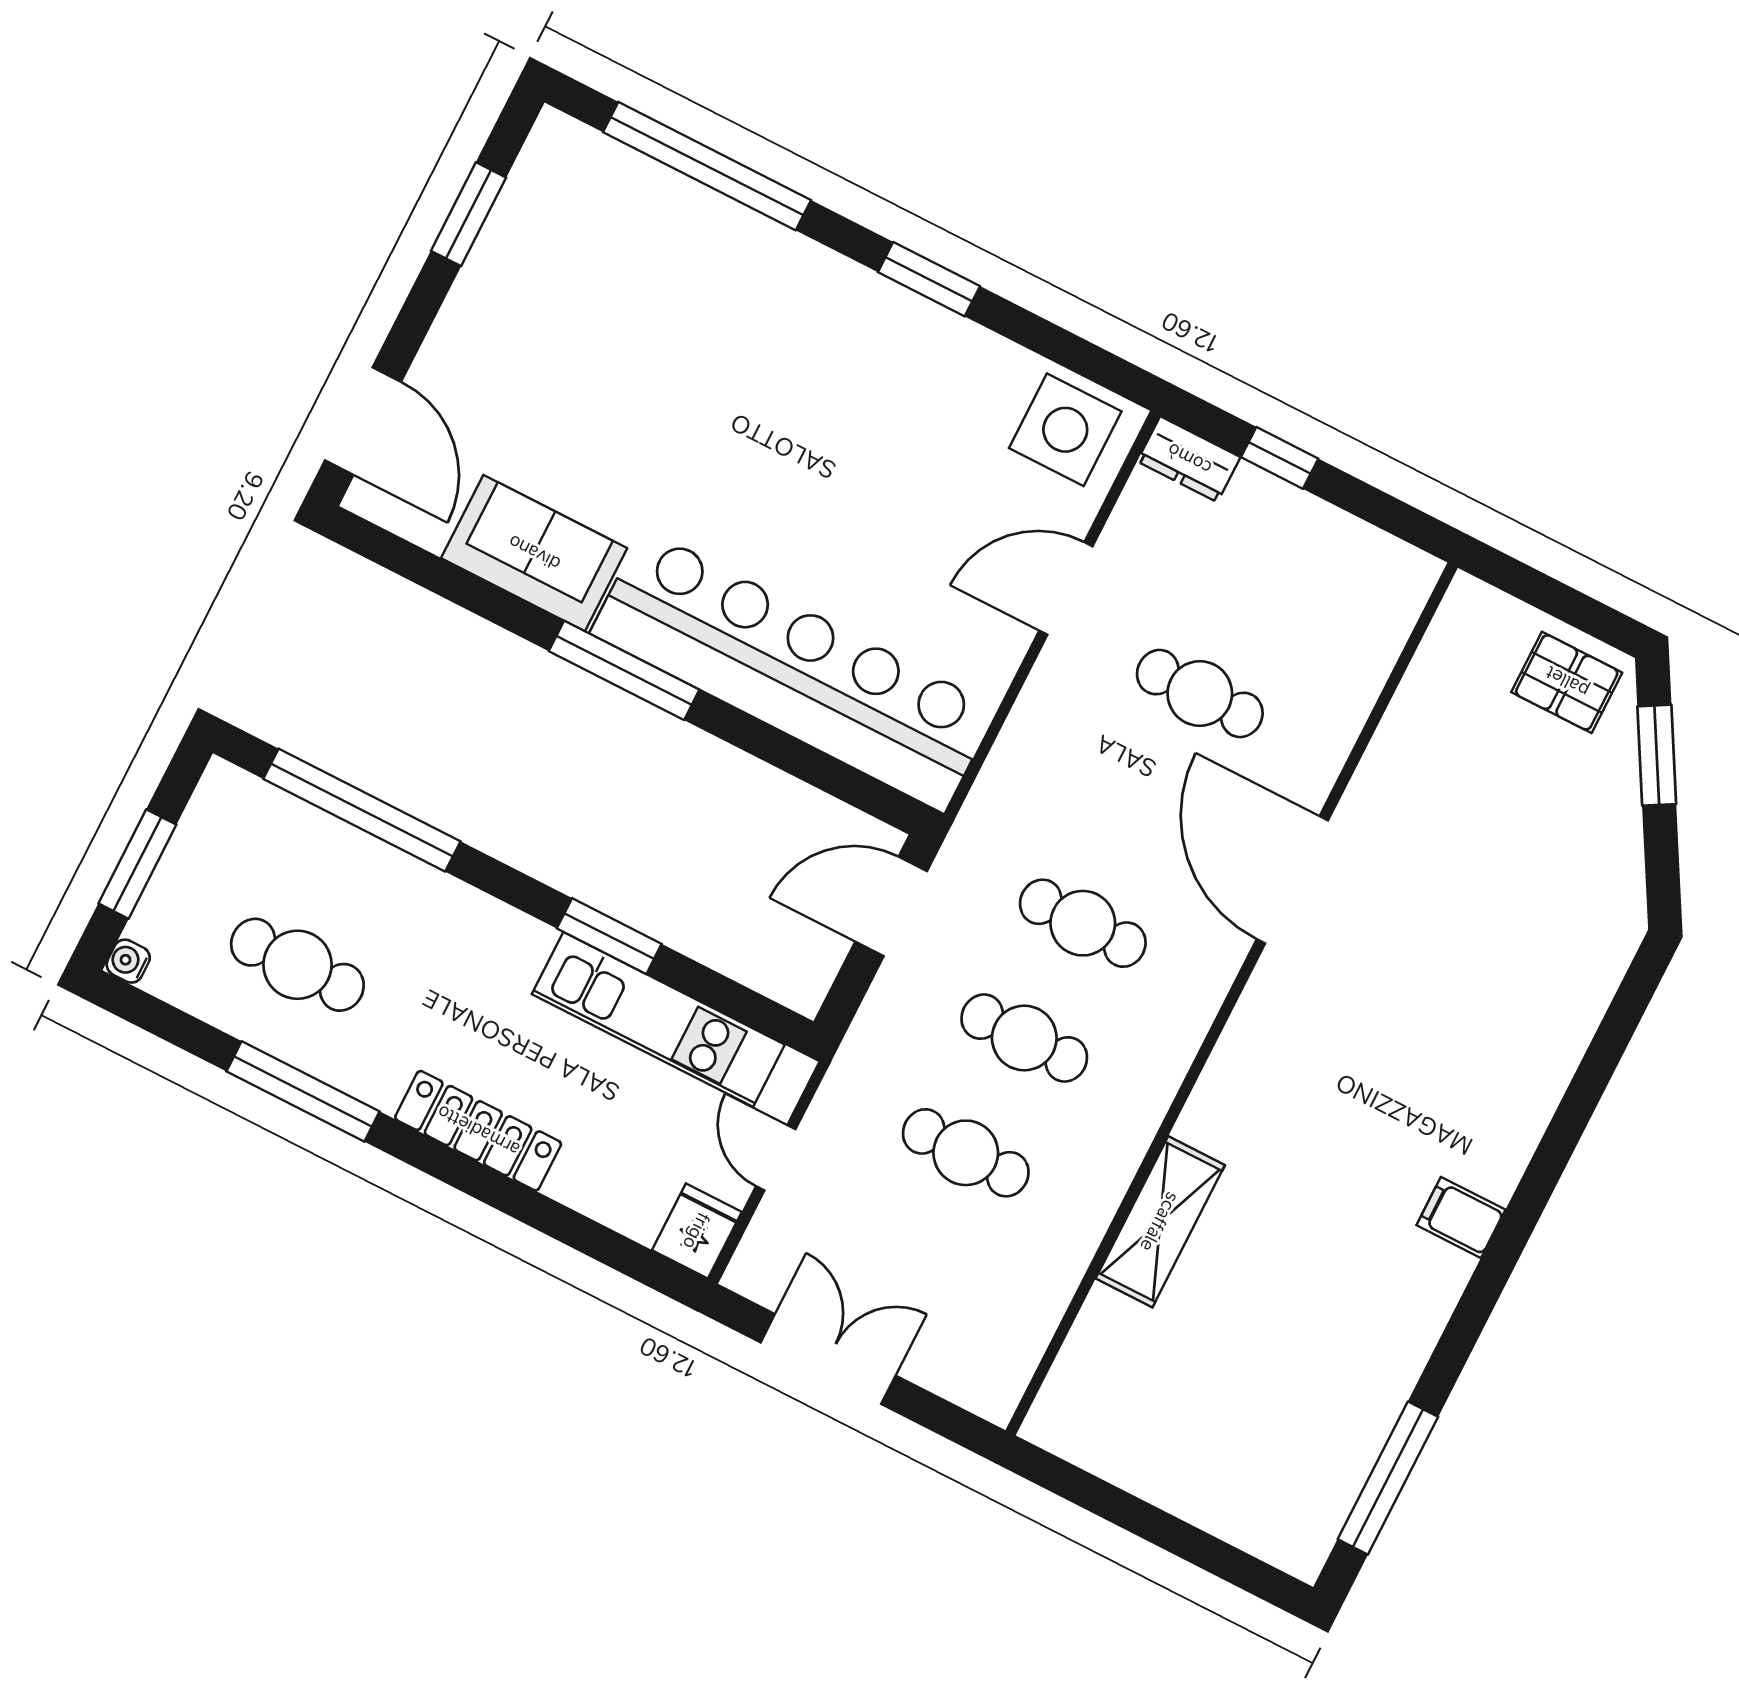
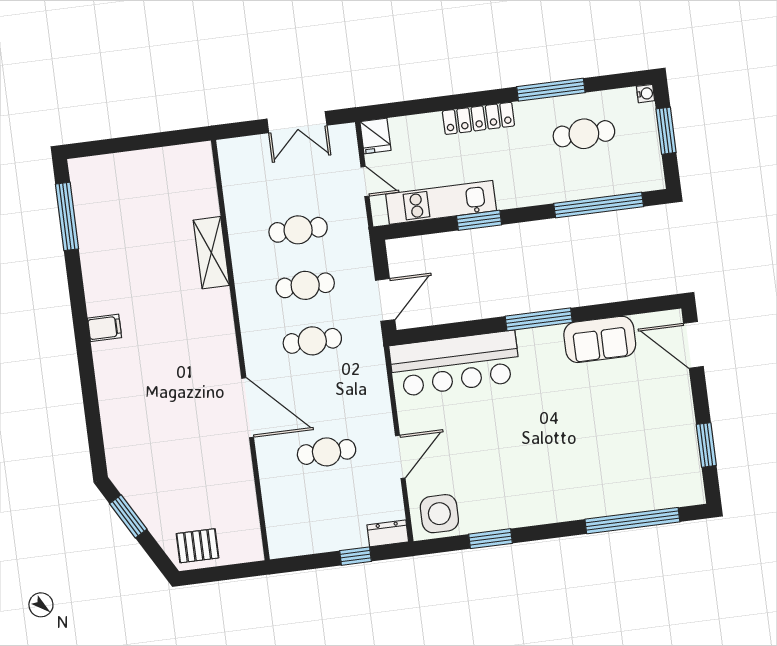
window: (929, 279) -> (491, 539), moved
bar counter: (794, 671) -> (455, 364), width x0.73
window: (1657, 755) -> (128, 516), moved

